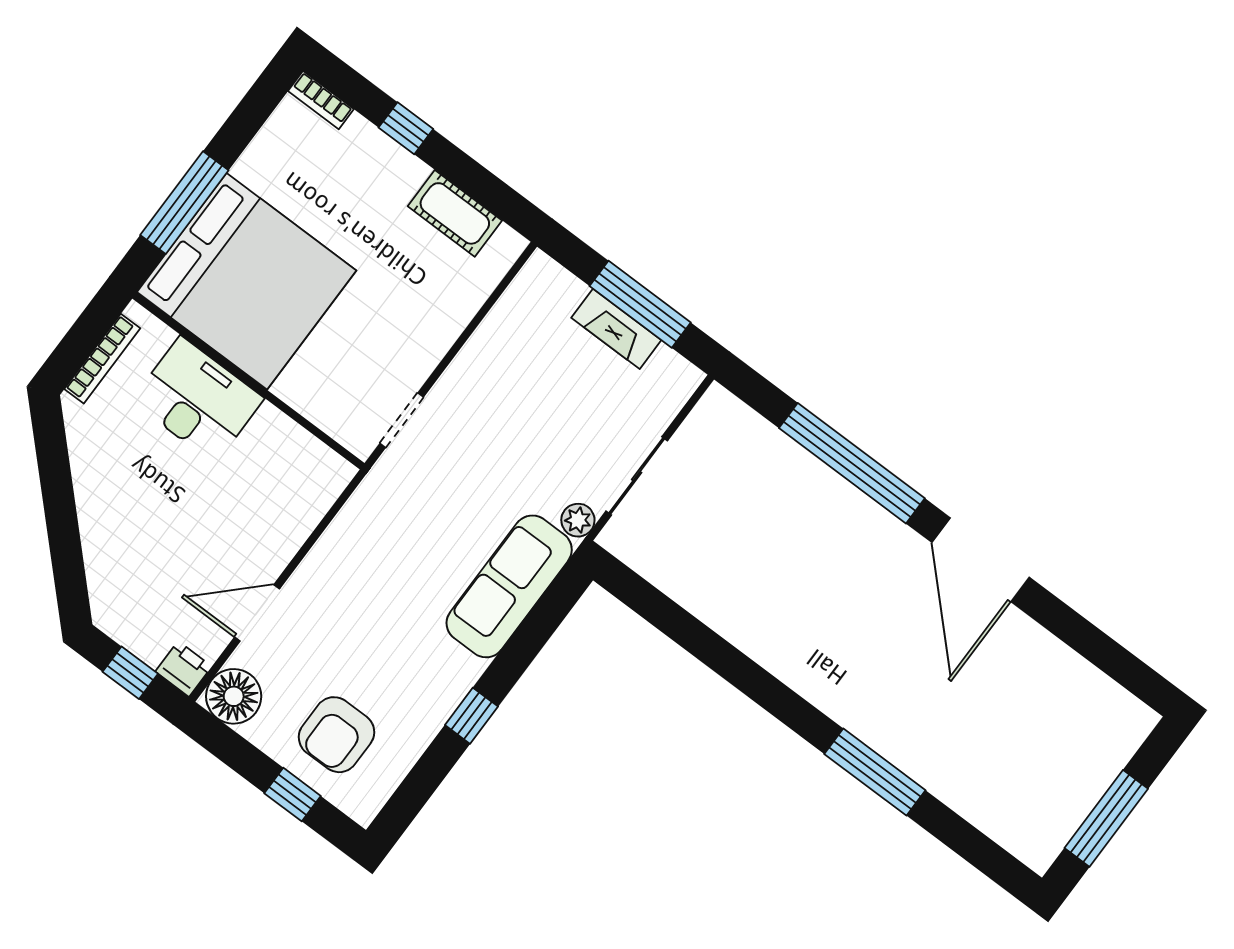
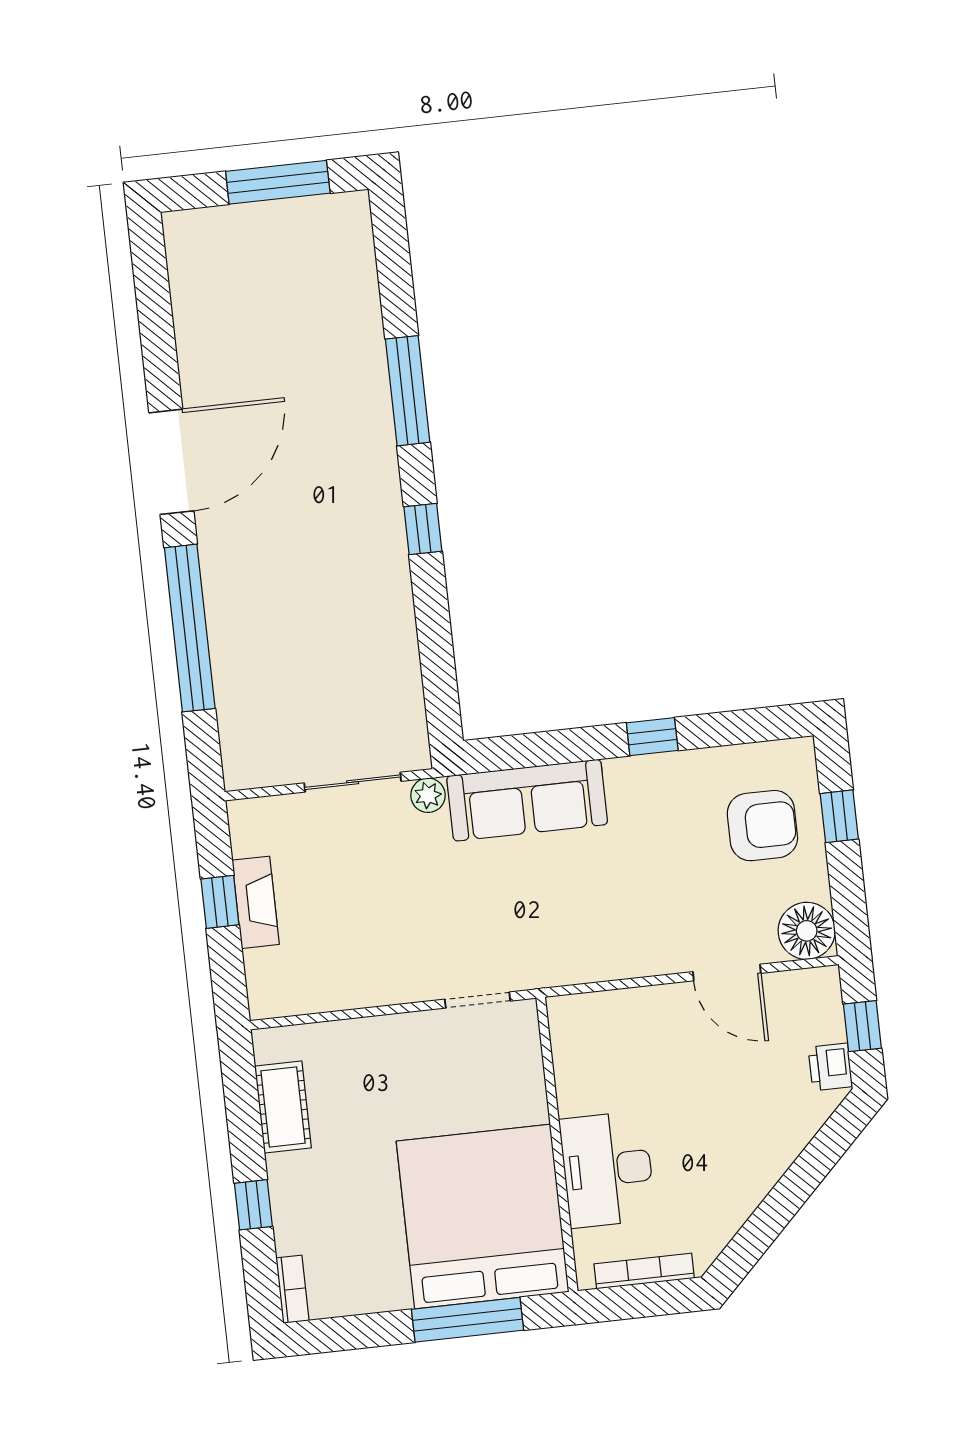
window: (640, 304) -> (220, 902), width x0.46
printer: (184, 669) -> (830, 1067), moved
window: (768, 692) -> (423, 529), added

